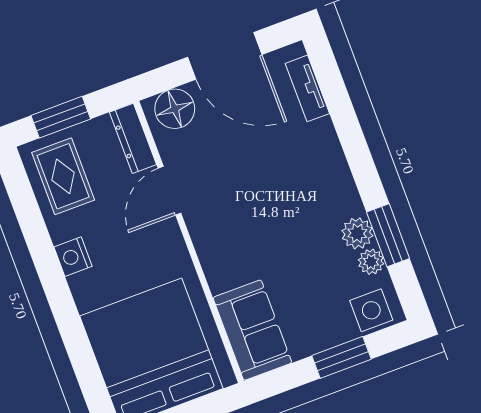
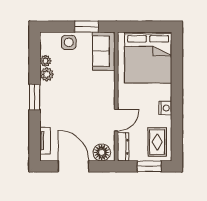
window: (388, 235) -> (35, 97), moved
side table: (371, 310) -> (69, 42), moved
window: (341, 357) -> (87, 27), moved

